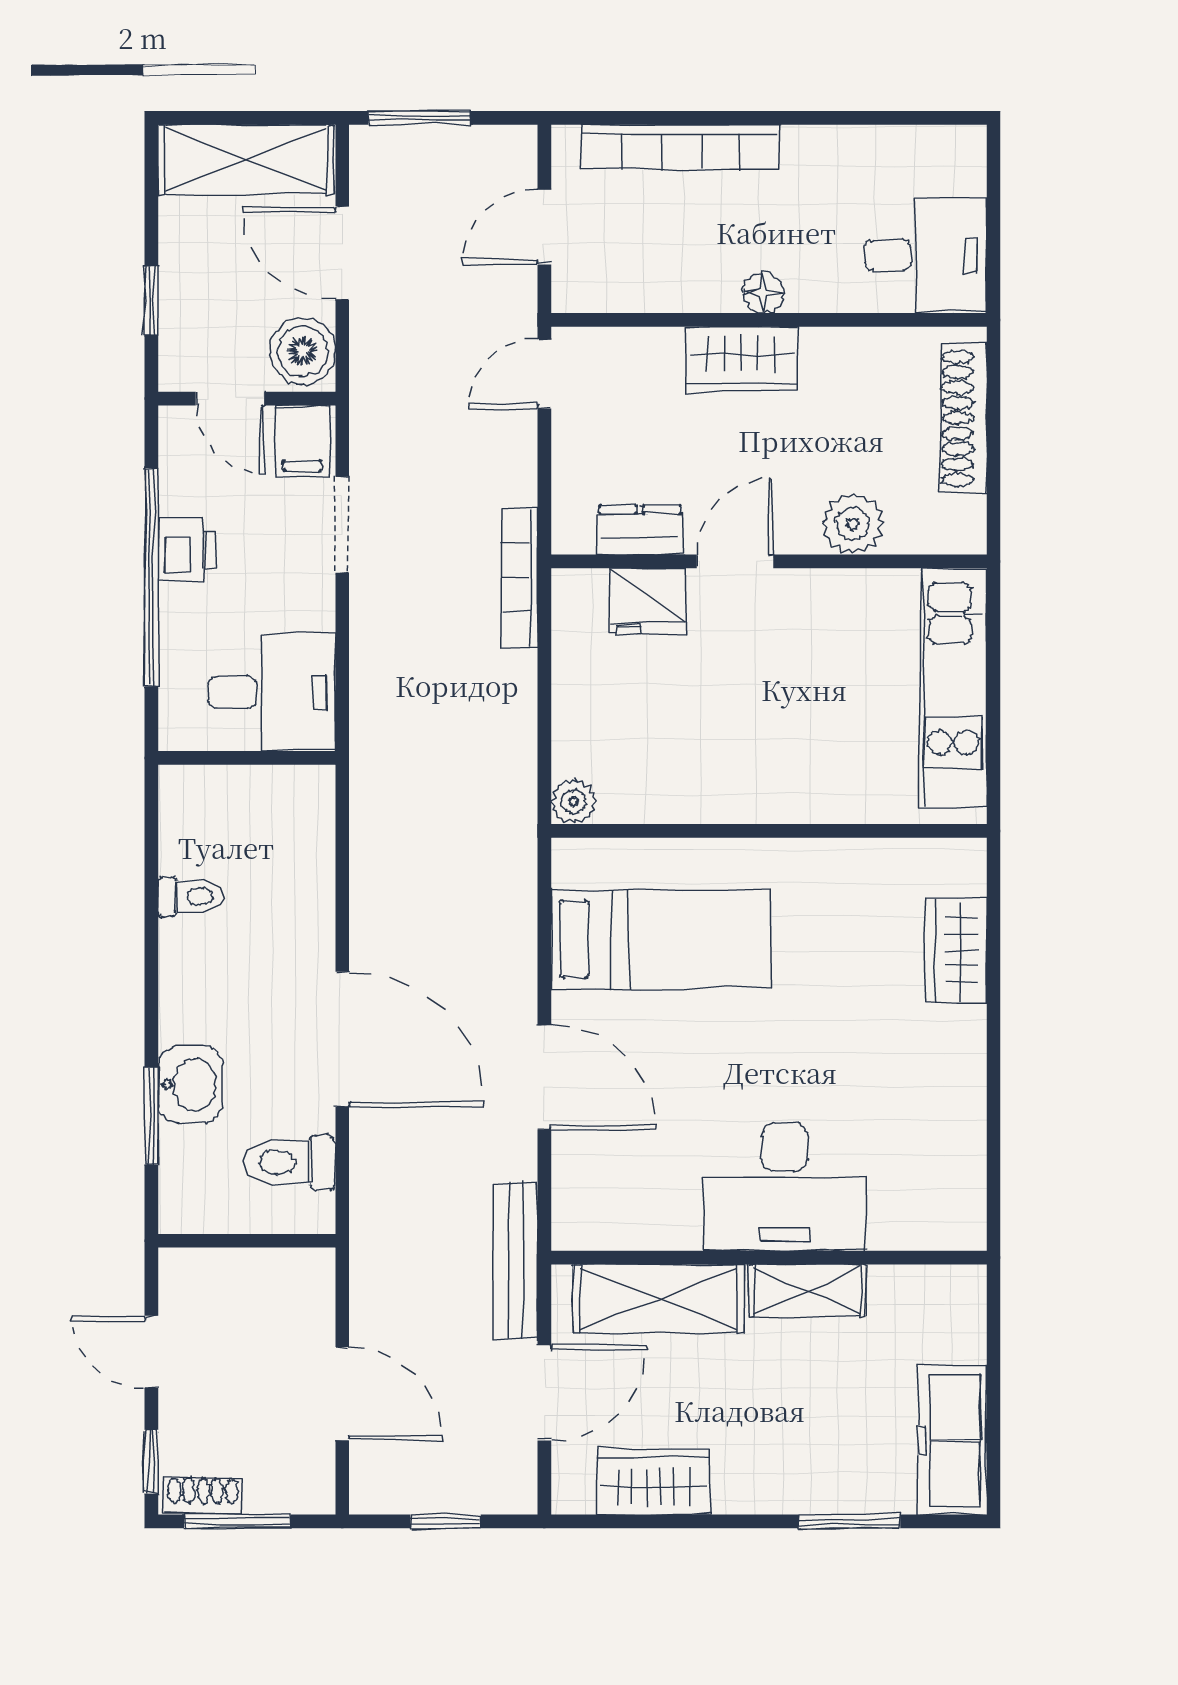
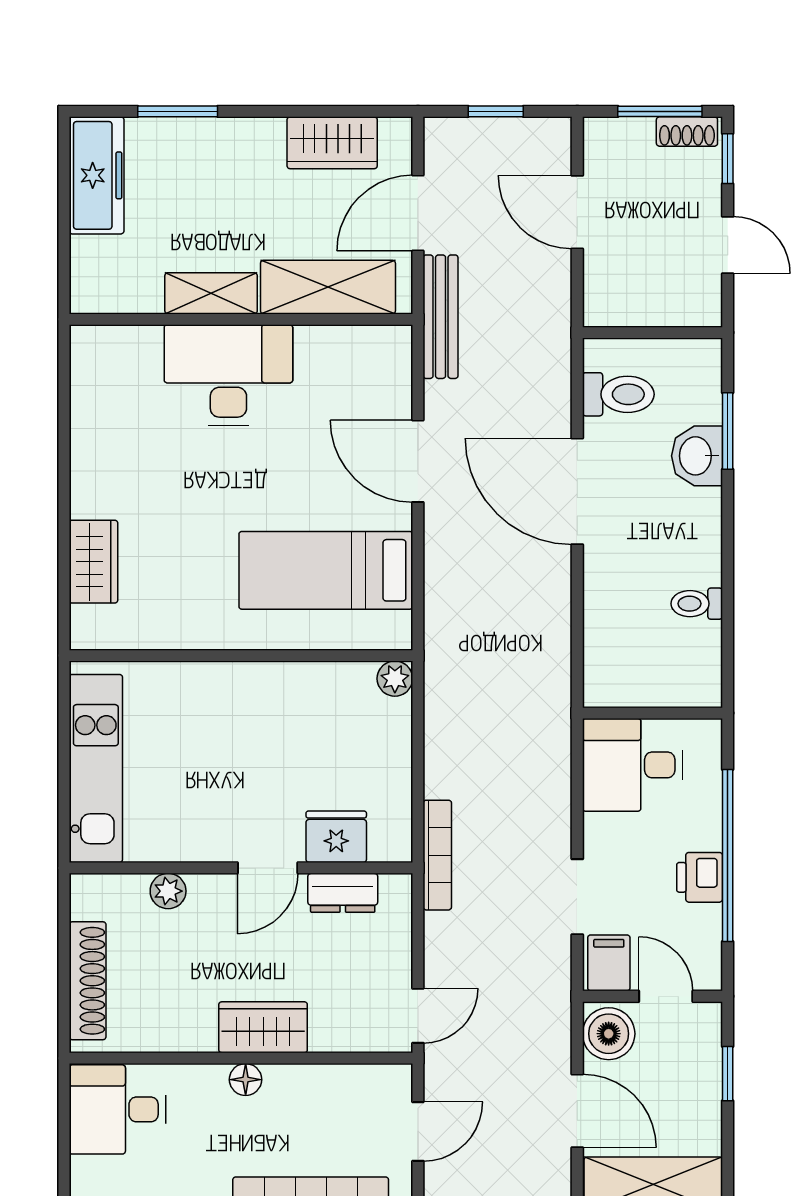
plant: (853, 524) -> (168, 891), width x0.73, depth x0.73

